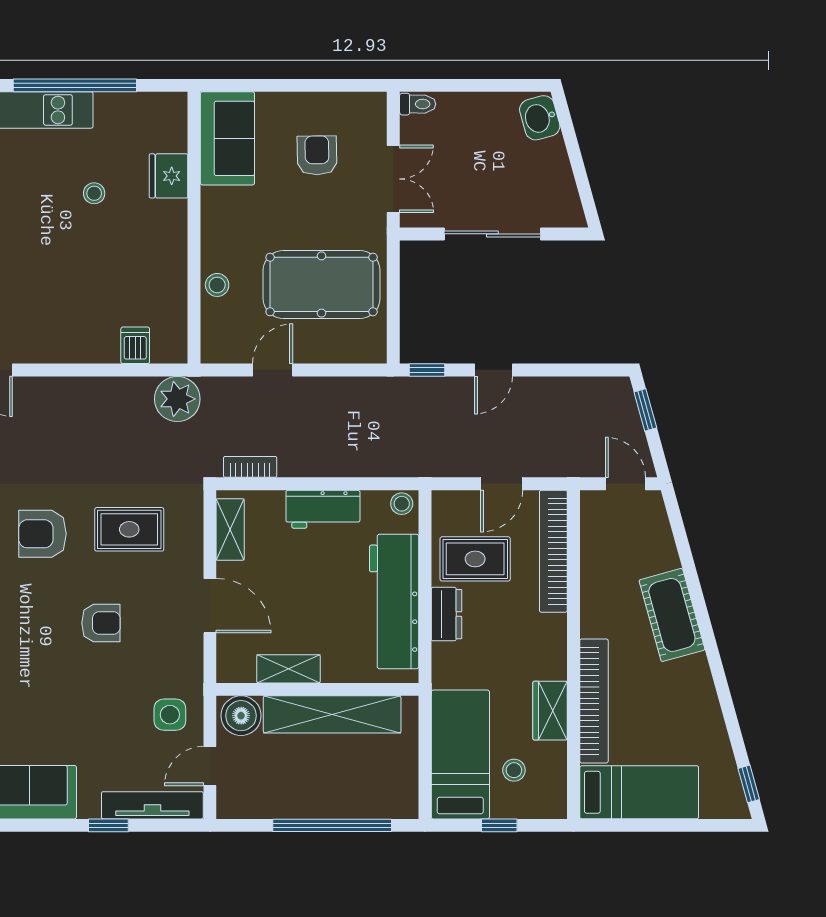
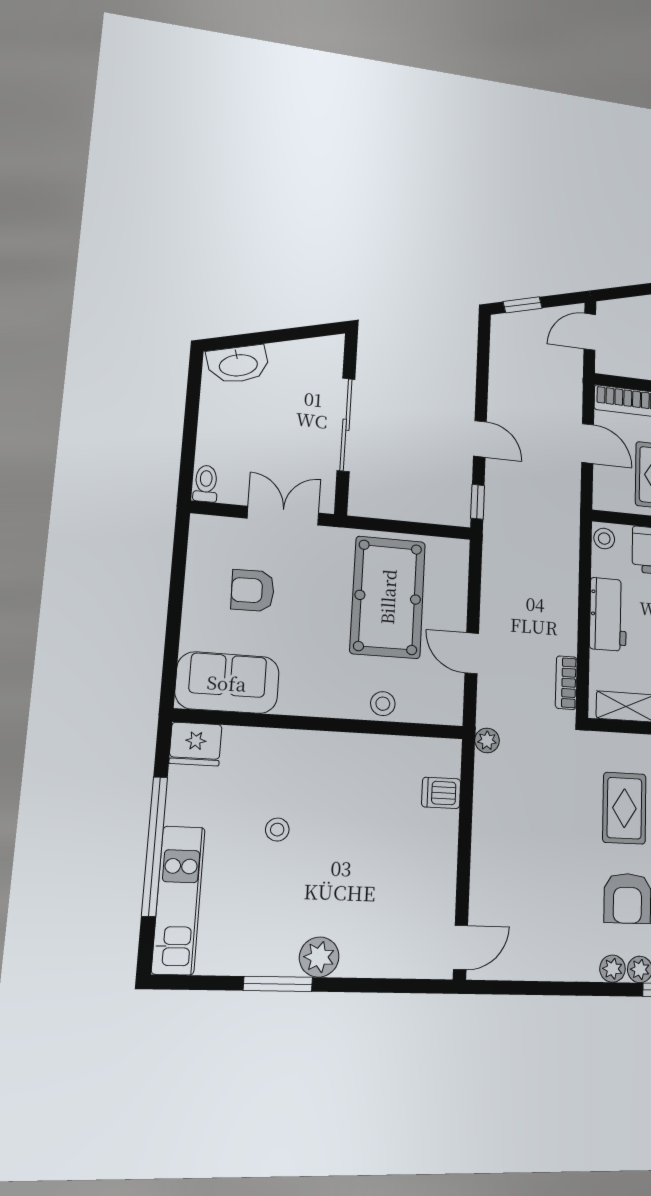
washbasin: (540, 118) -> (238, 364), width x1.38
fridge: (169, 176) -> (196, 744), moved
plant: (177, 399) -> (487, 740), width x0.53, depth x0.53

